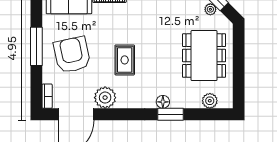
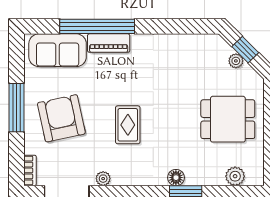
dining table: (204, 56) -> (228, 119), width x0.73
plant: (105, 98) -> (103, 179), width x0.53, depth x0.53

